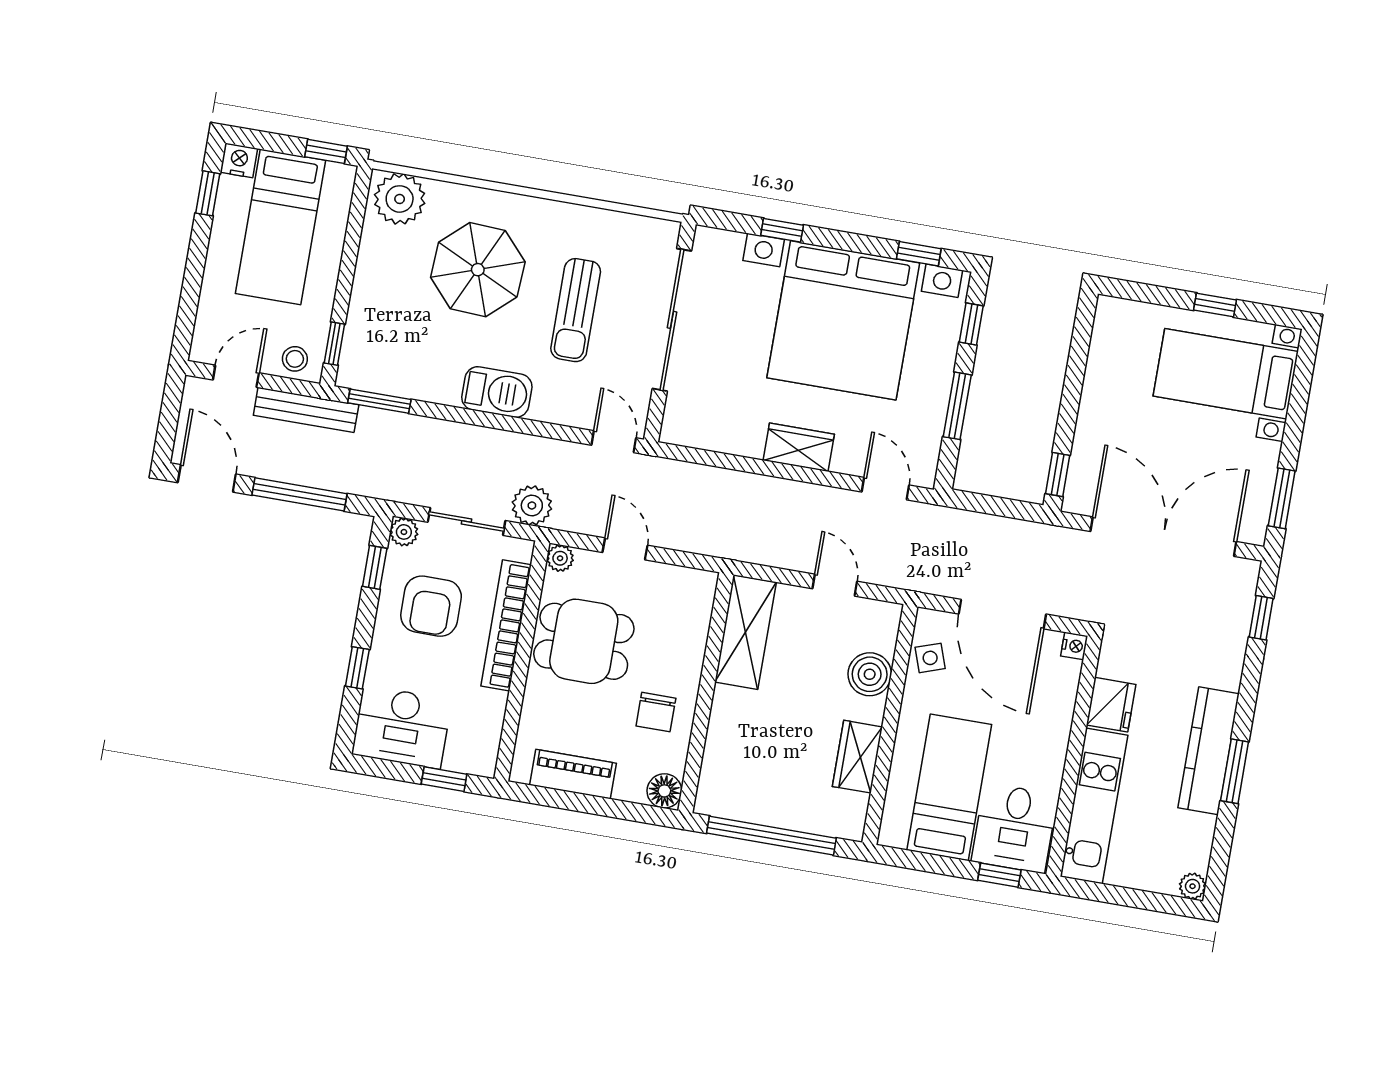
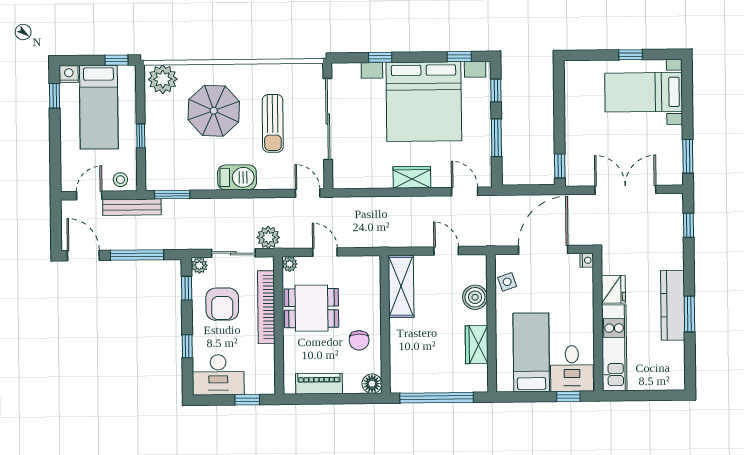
window: (334, 344) -> (141, 136), moved
double door: (1163, 537) -> (625, 190), width x0.73
door: (1002, 614) -> (543, 250), swing flipped
plant: (1193, 886) -> (678, 383), removed

